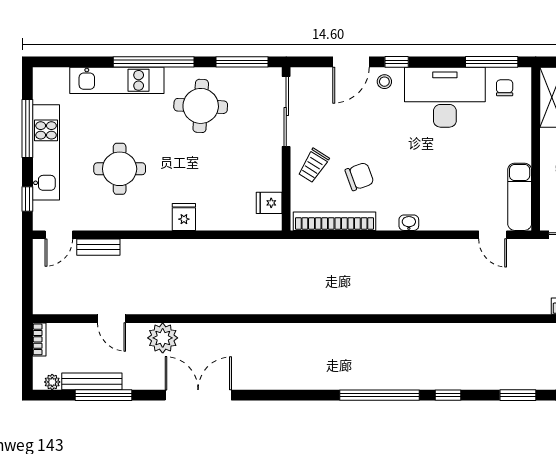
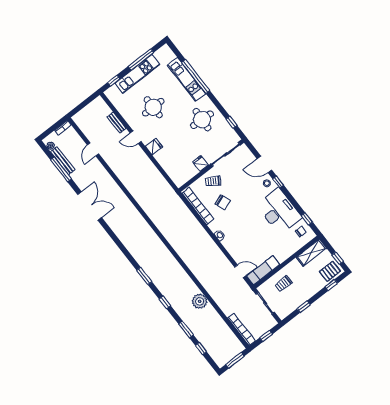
window: (154, 62) -> (196, 77), moved
window: (242, 62) -> (231, 122), width x0.46
window: (492, 62) -> (307, 219), width x0.46
fridge: (269, 203) -> (200, 163), moved
door: (59, 235) -> (136, 137), moved
door: (493, 235) -> (240, 271), swing flipped
plant: (163, 338) -> (200, 301), moved
window: (380, 395) -> (144, 276), width x0.47

